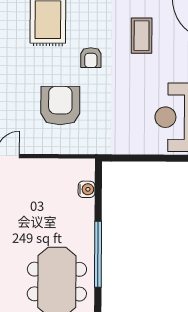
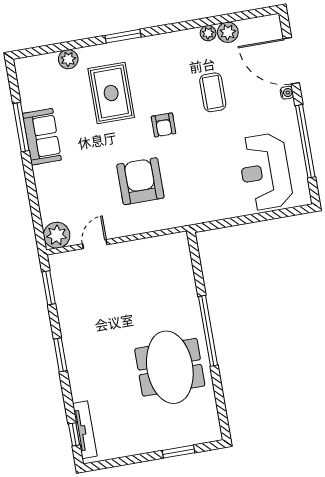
water cooler: (87, 189) -> (184, 264), removed

